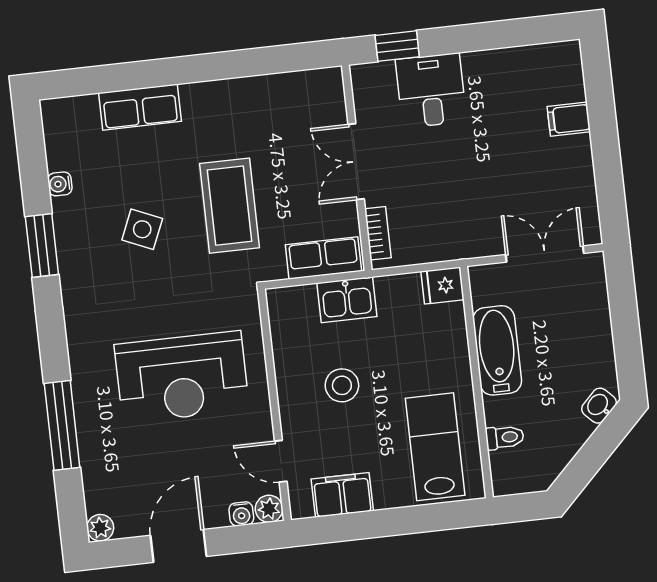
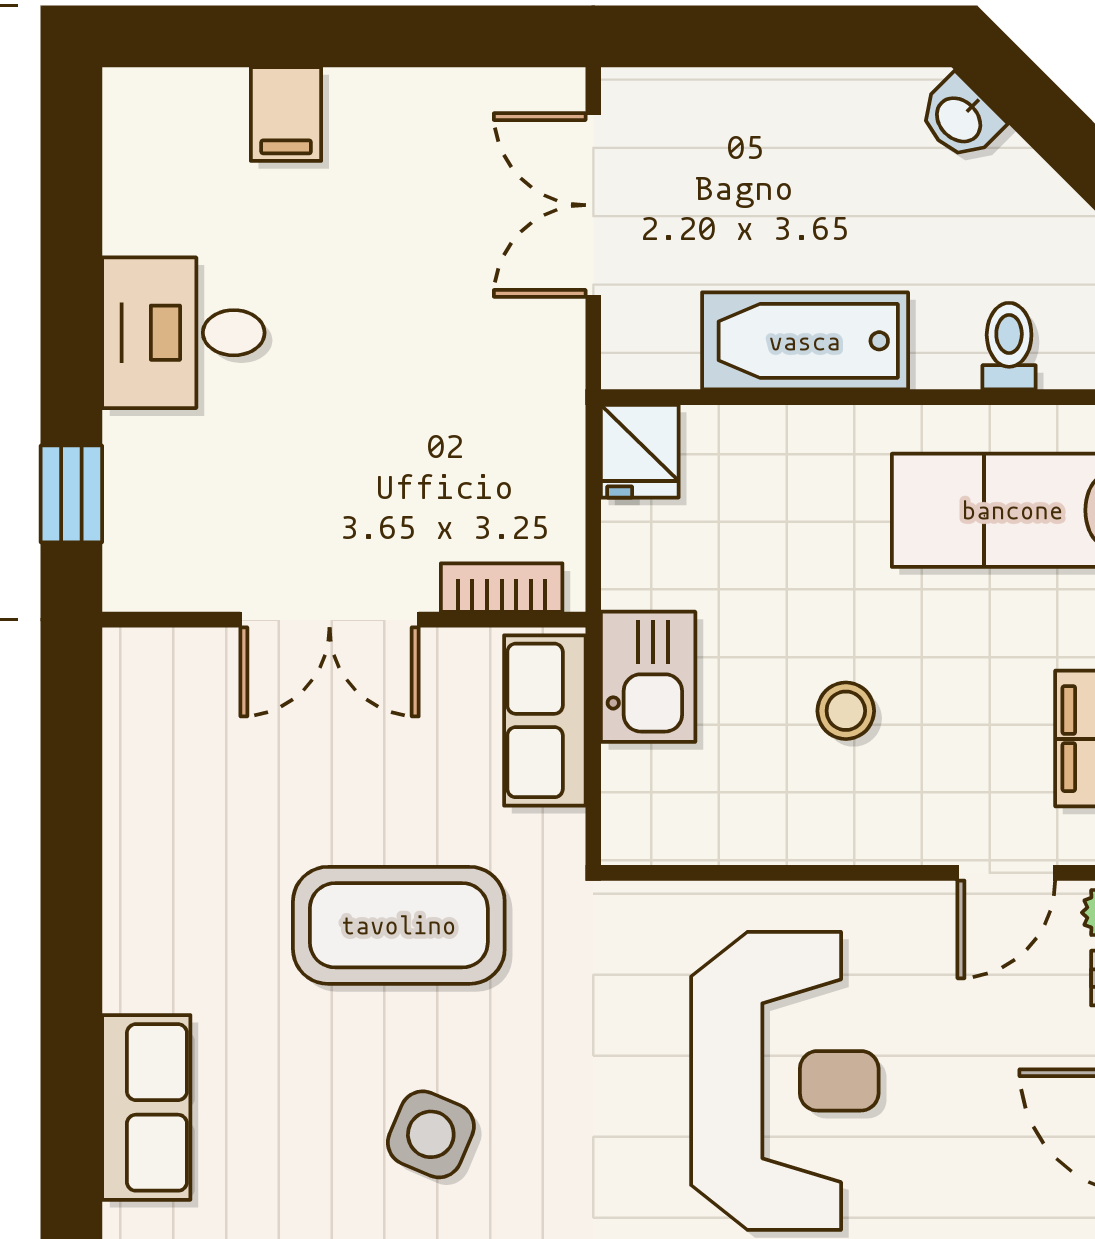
desk: (431, 90) -> (183, 333), moved
stool: (342, 385) -> (846, 711), width x0.73, depth x0.73

